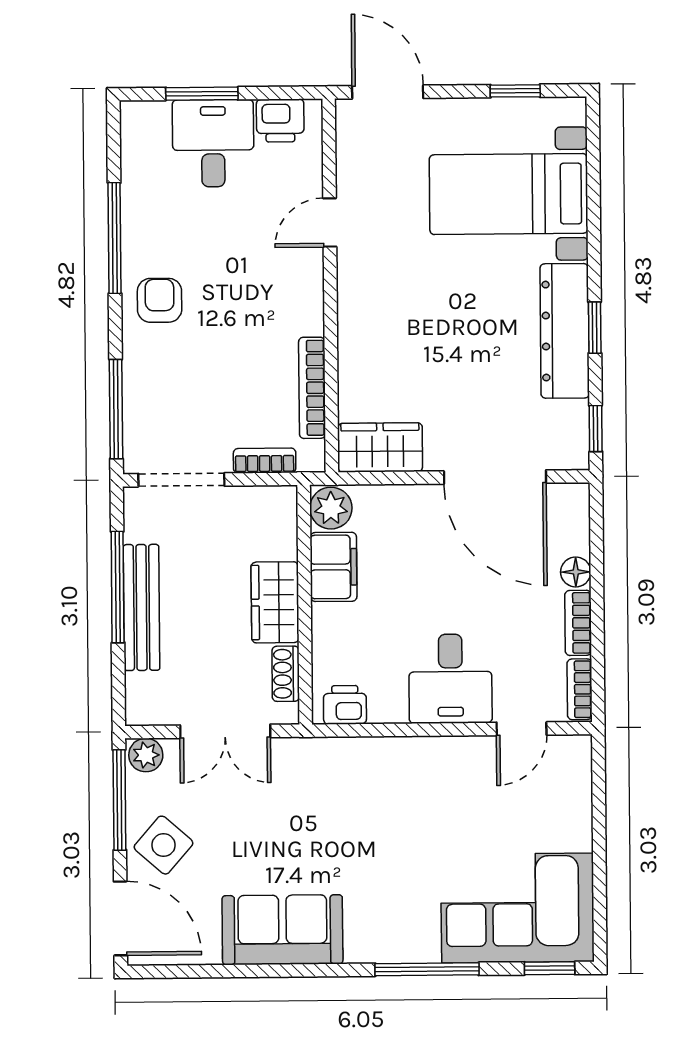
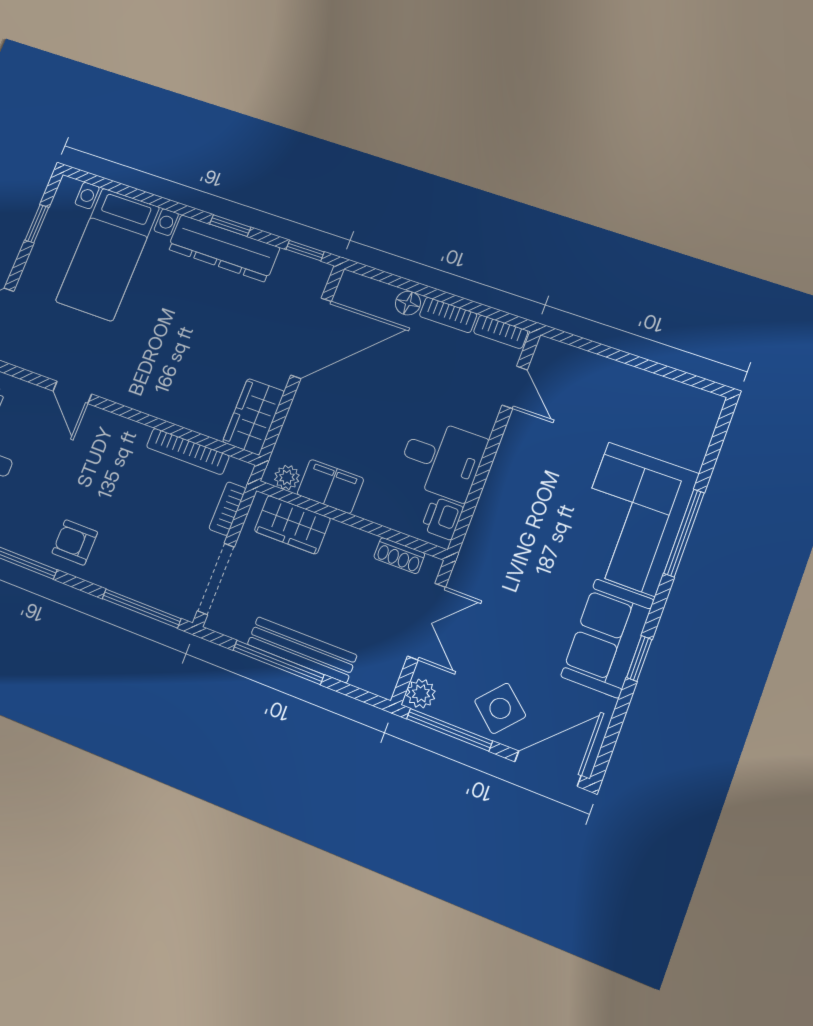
plant: (331, 508) -> (287, 477), width x0.73, depth x0.73
wardrobe: (275, 602) -> (292, 525), moved
desk: (450, 679) -> (442, 459), moved
corner sofa: (517, 908) -> (632, 519), moved
window: (550, 968) -> (639, 659), moved

